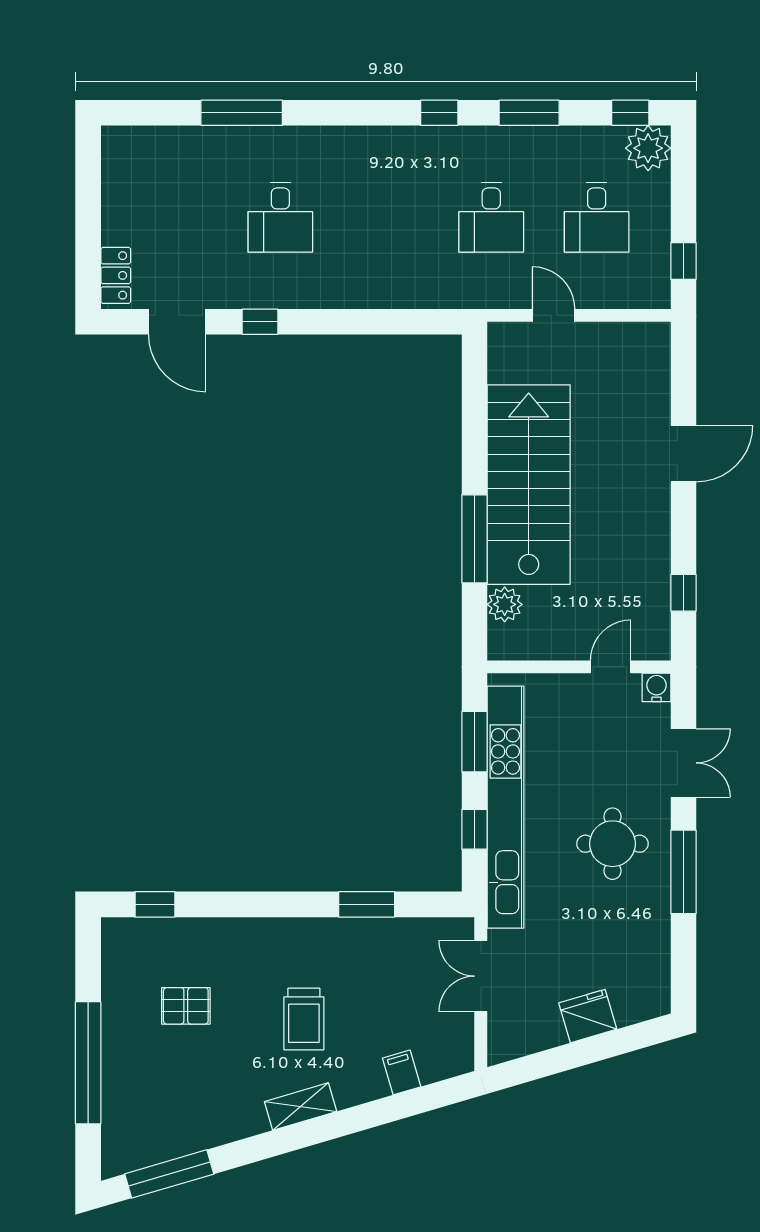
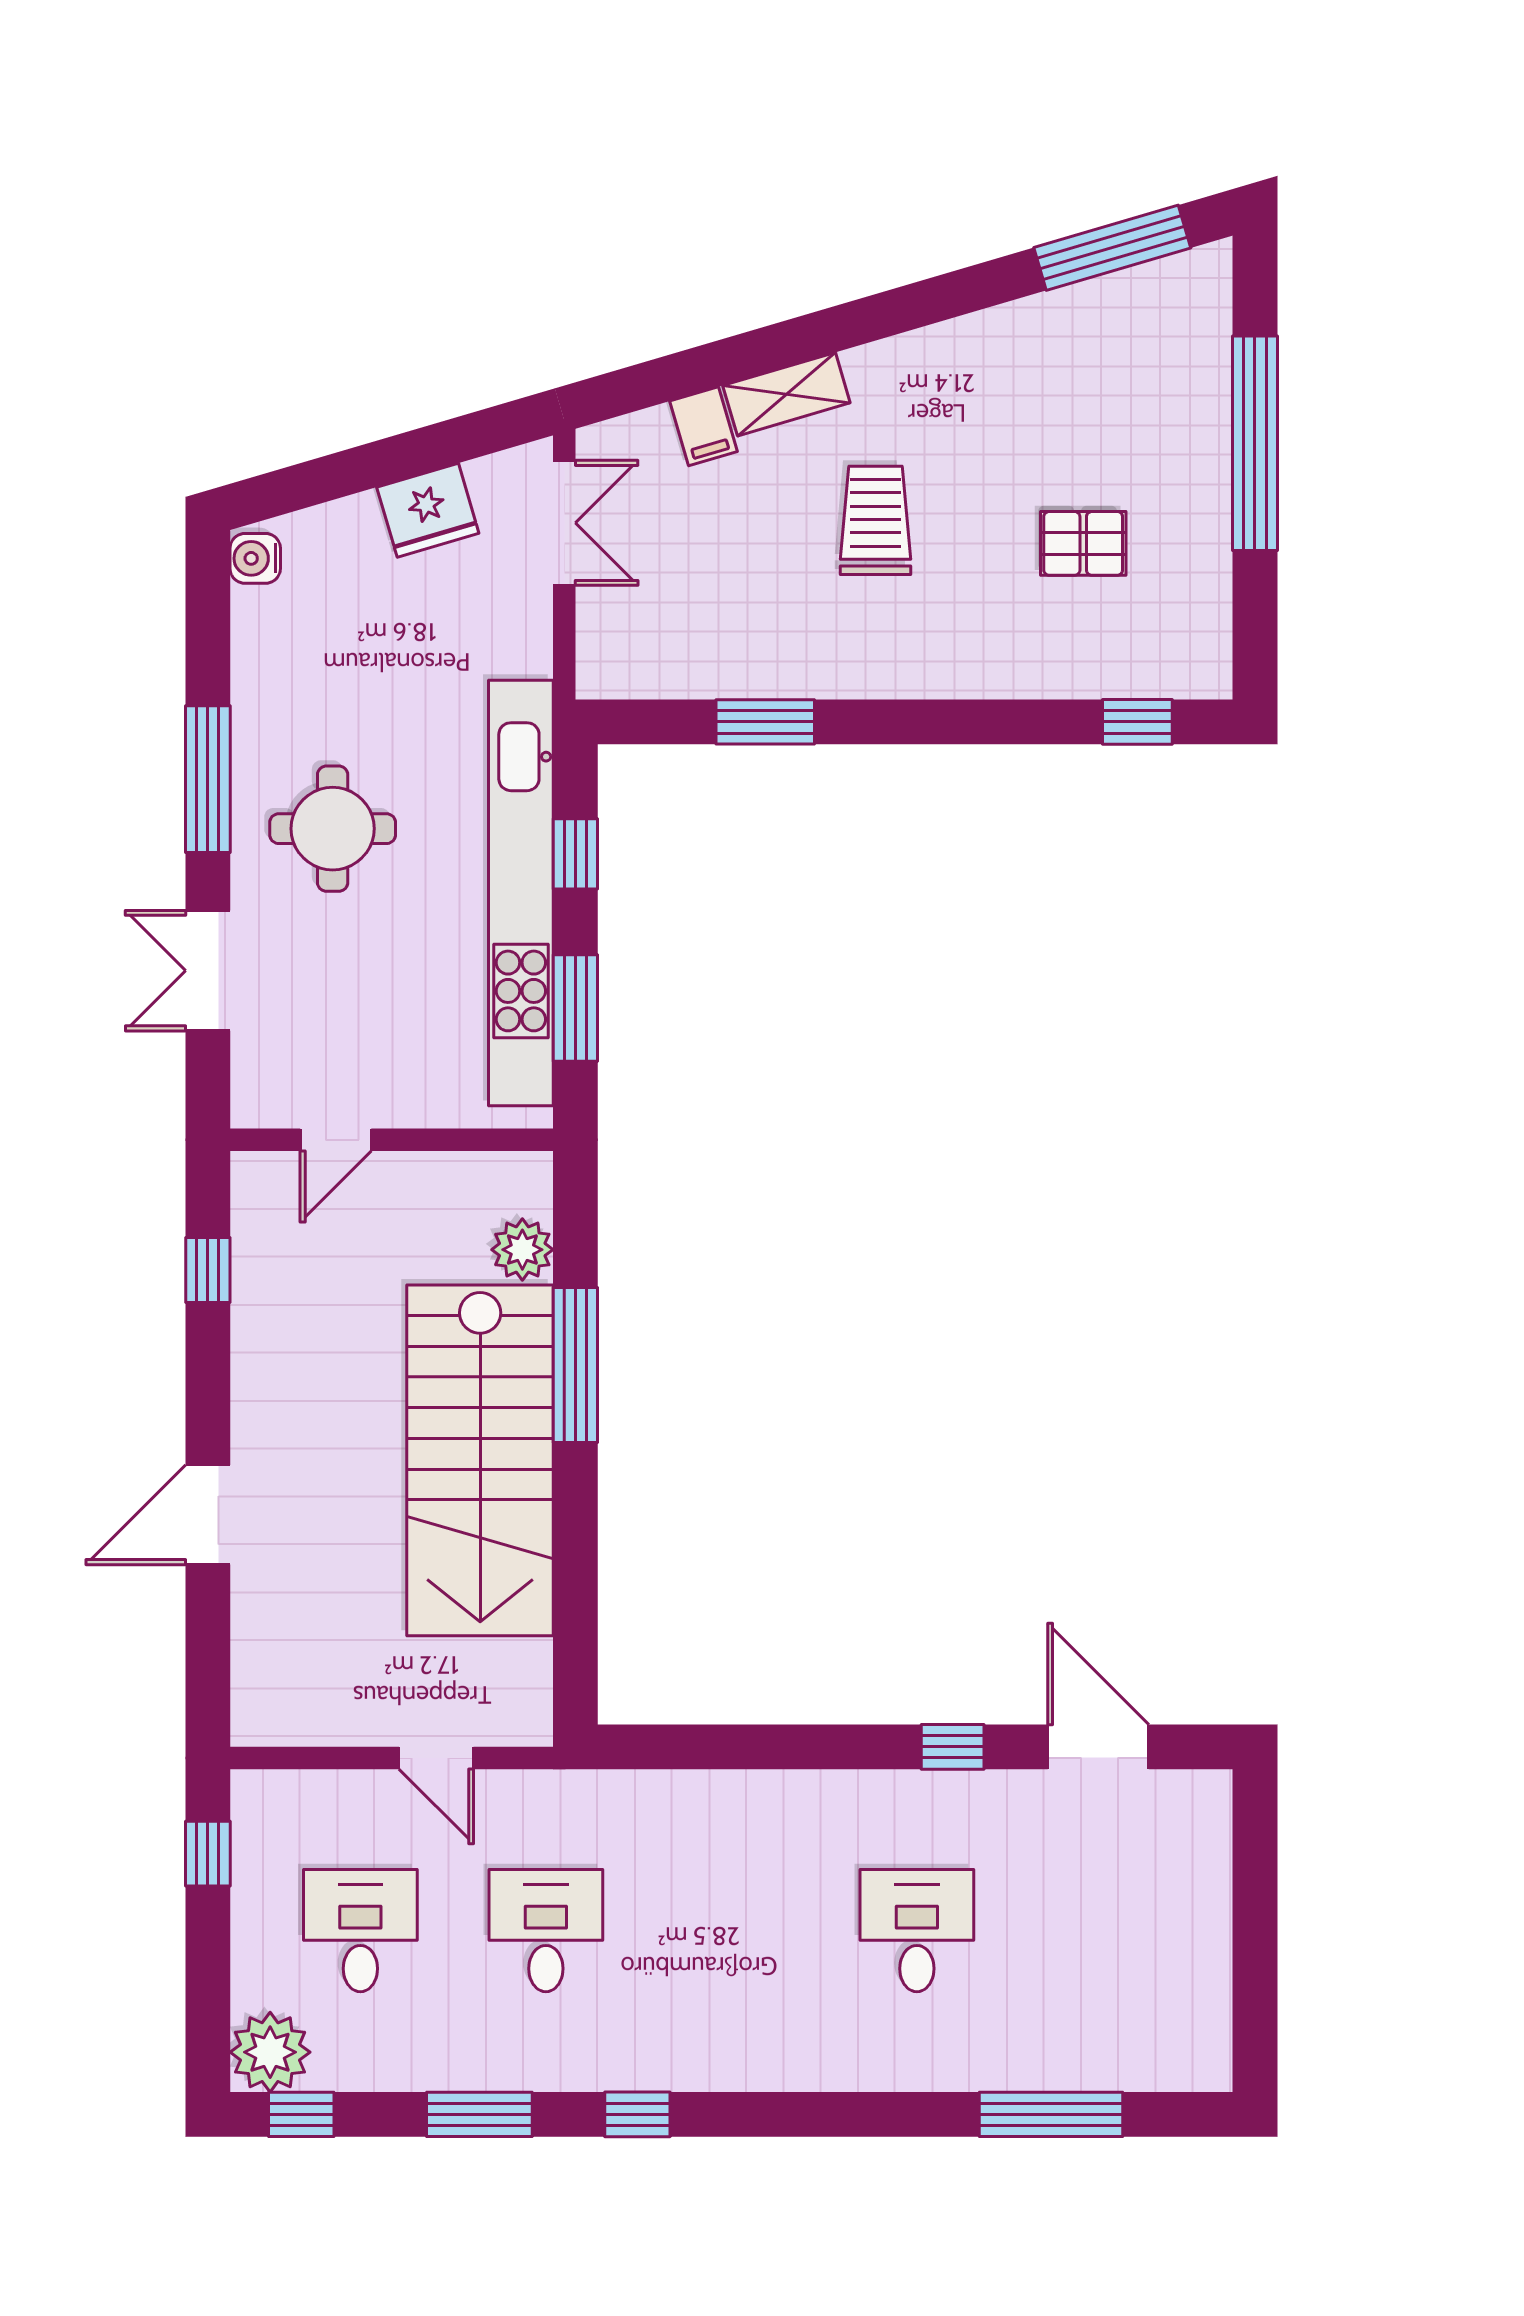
window: (242, 113) -> (1051, 2114), moved
locker: (116, 275) -> (1206, 1828), removed
water cooler: (656, 687) -> (255, 558), moved, turned 90
double door: (481, 976) -> (564, 523), moved
fridge: (588, 1016) -> (428, 510), moved
shelving: (301, 1107) -> (786, 394), moved

